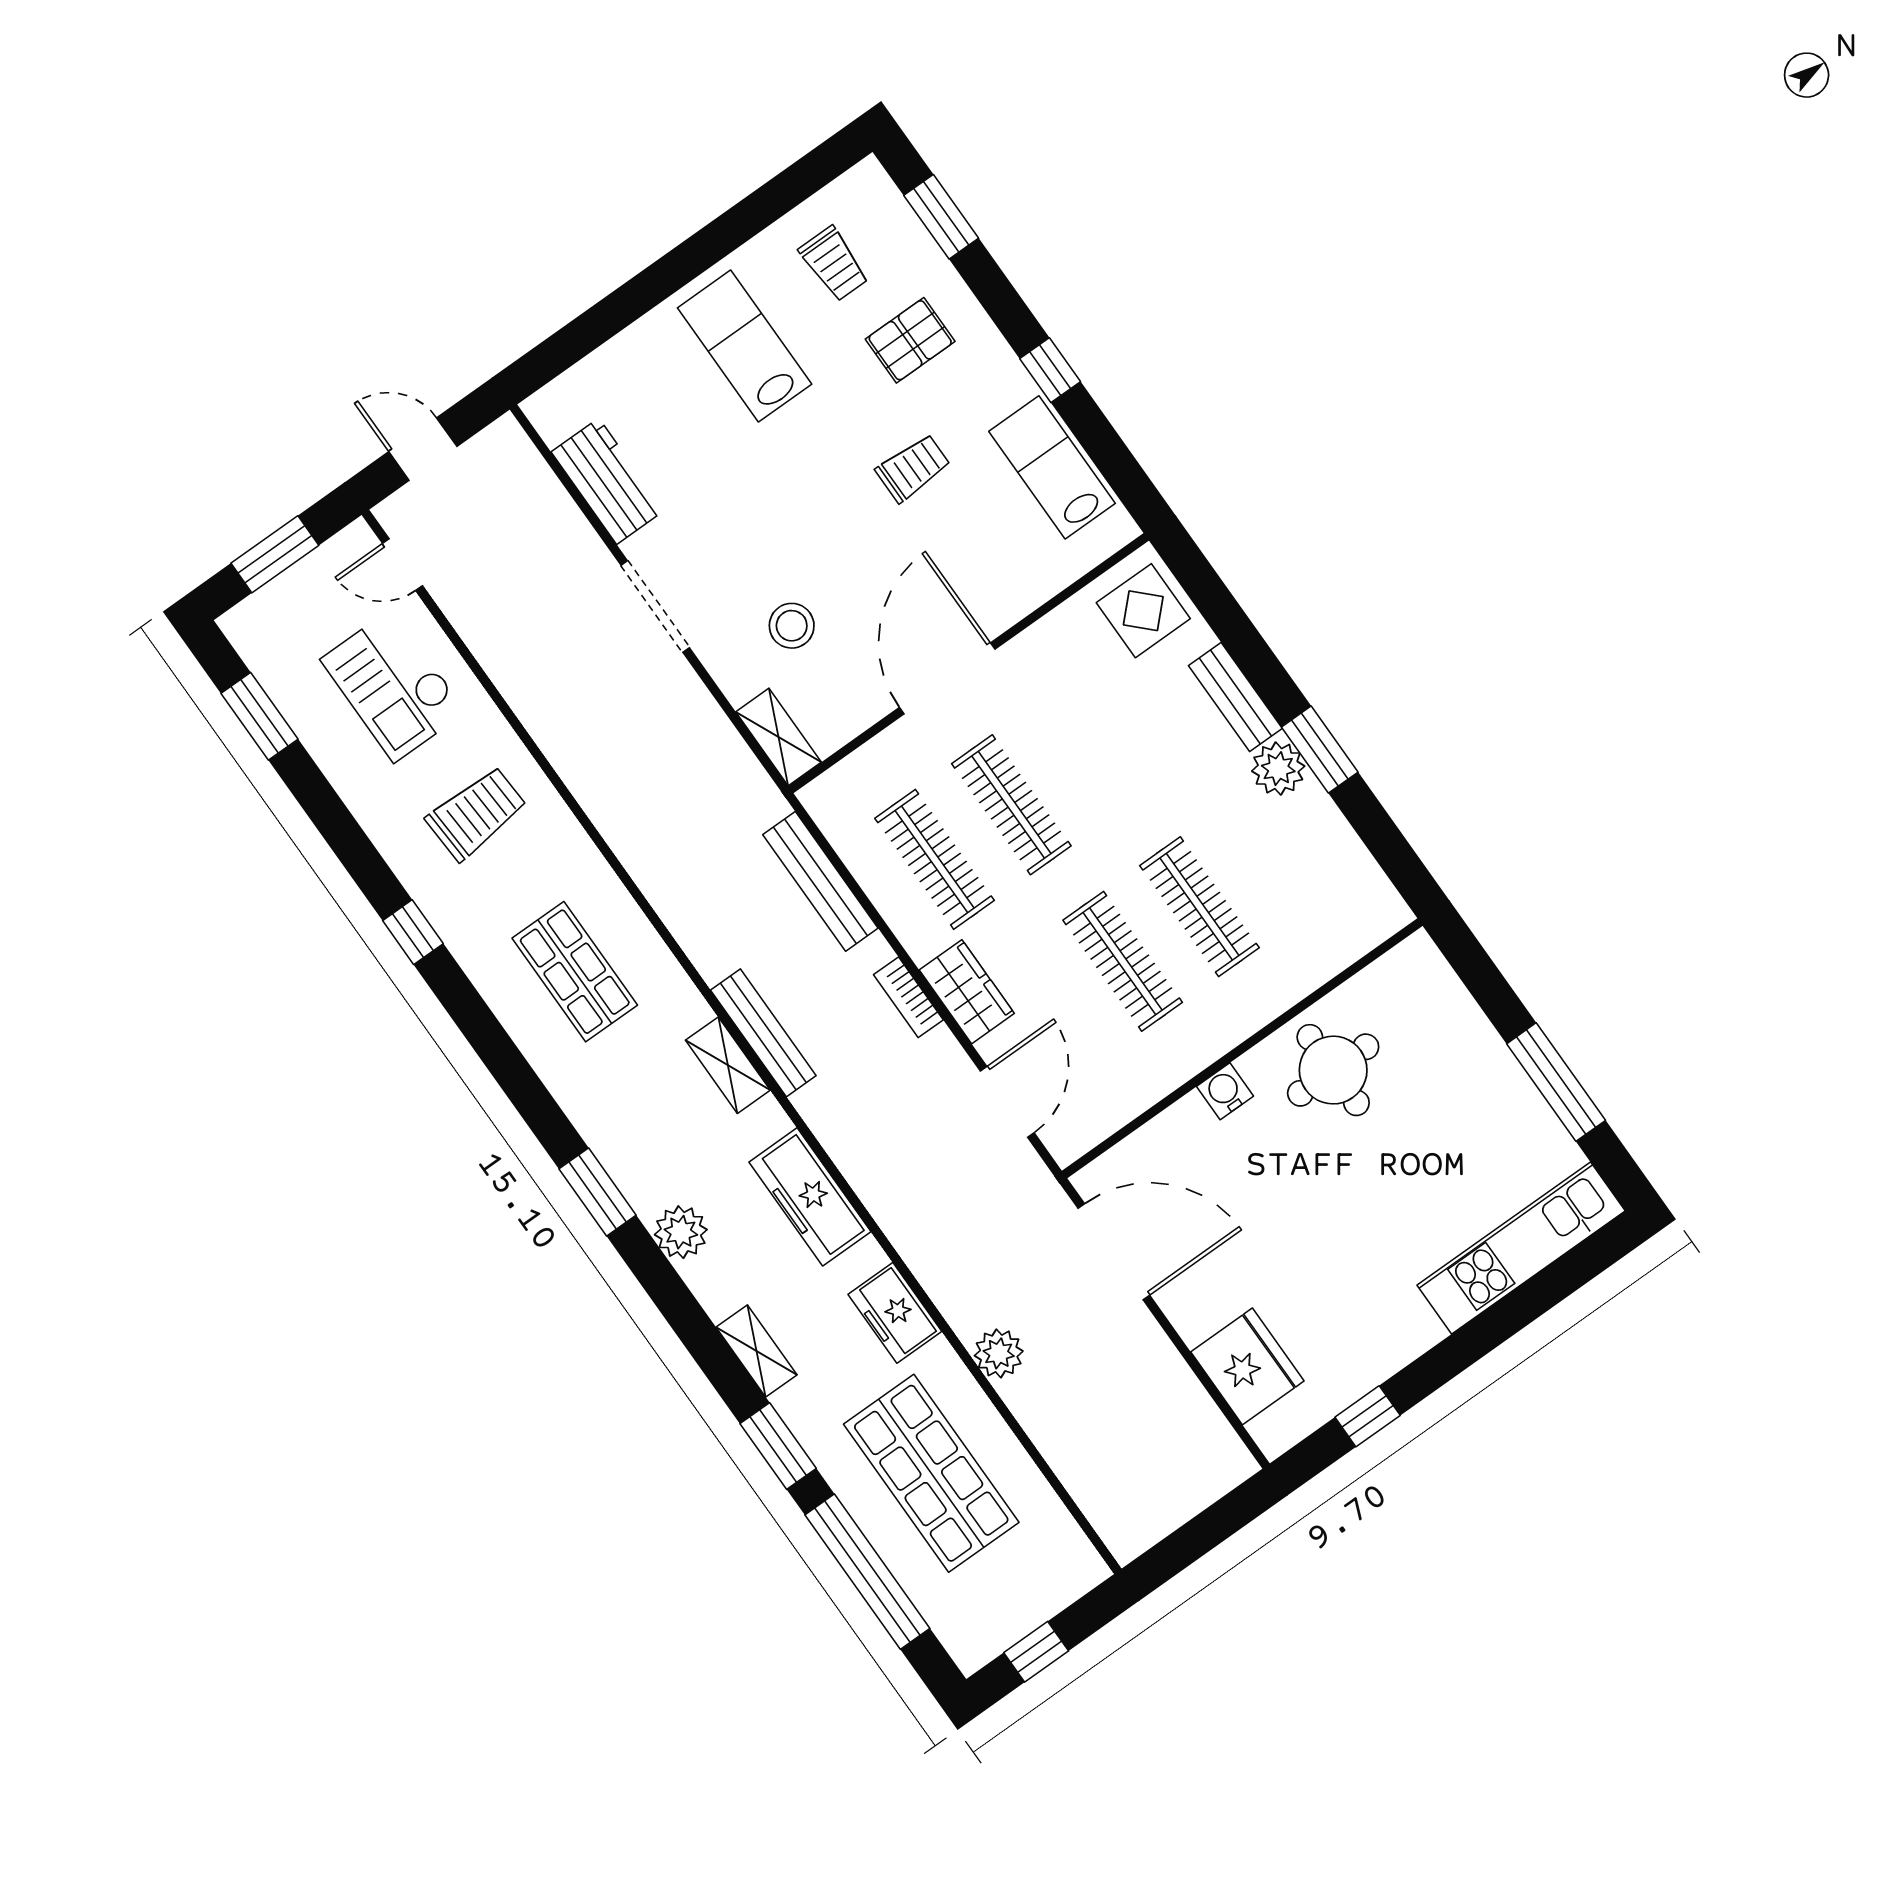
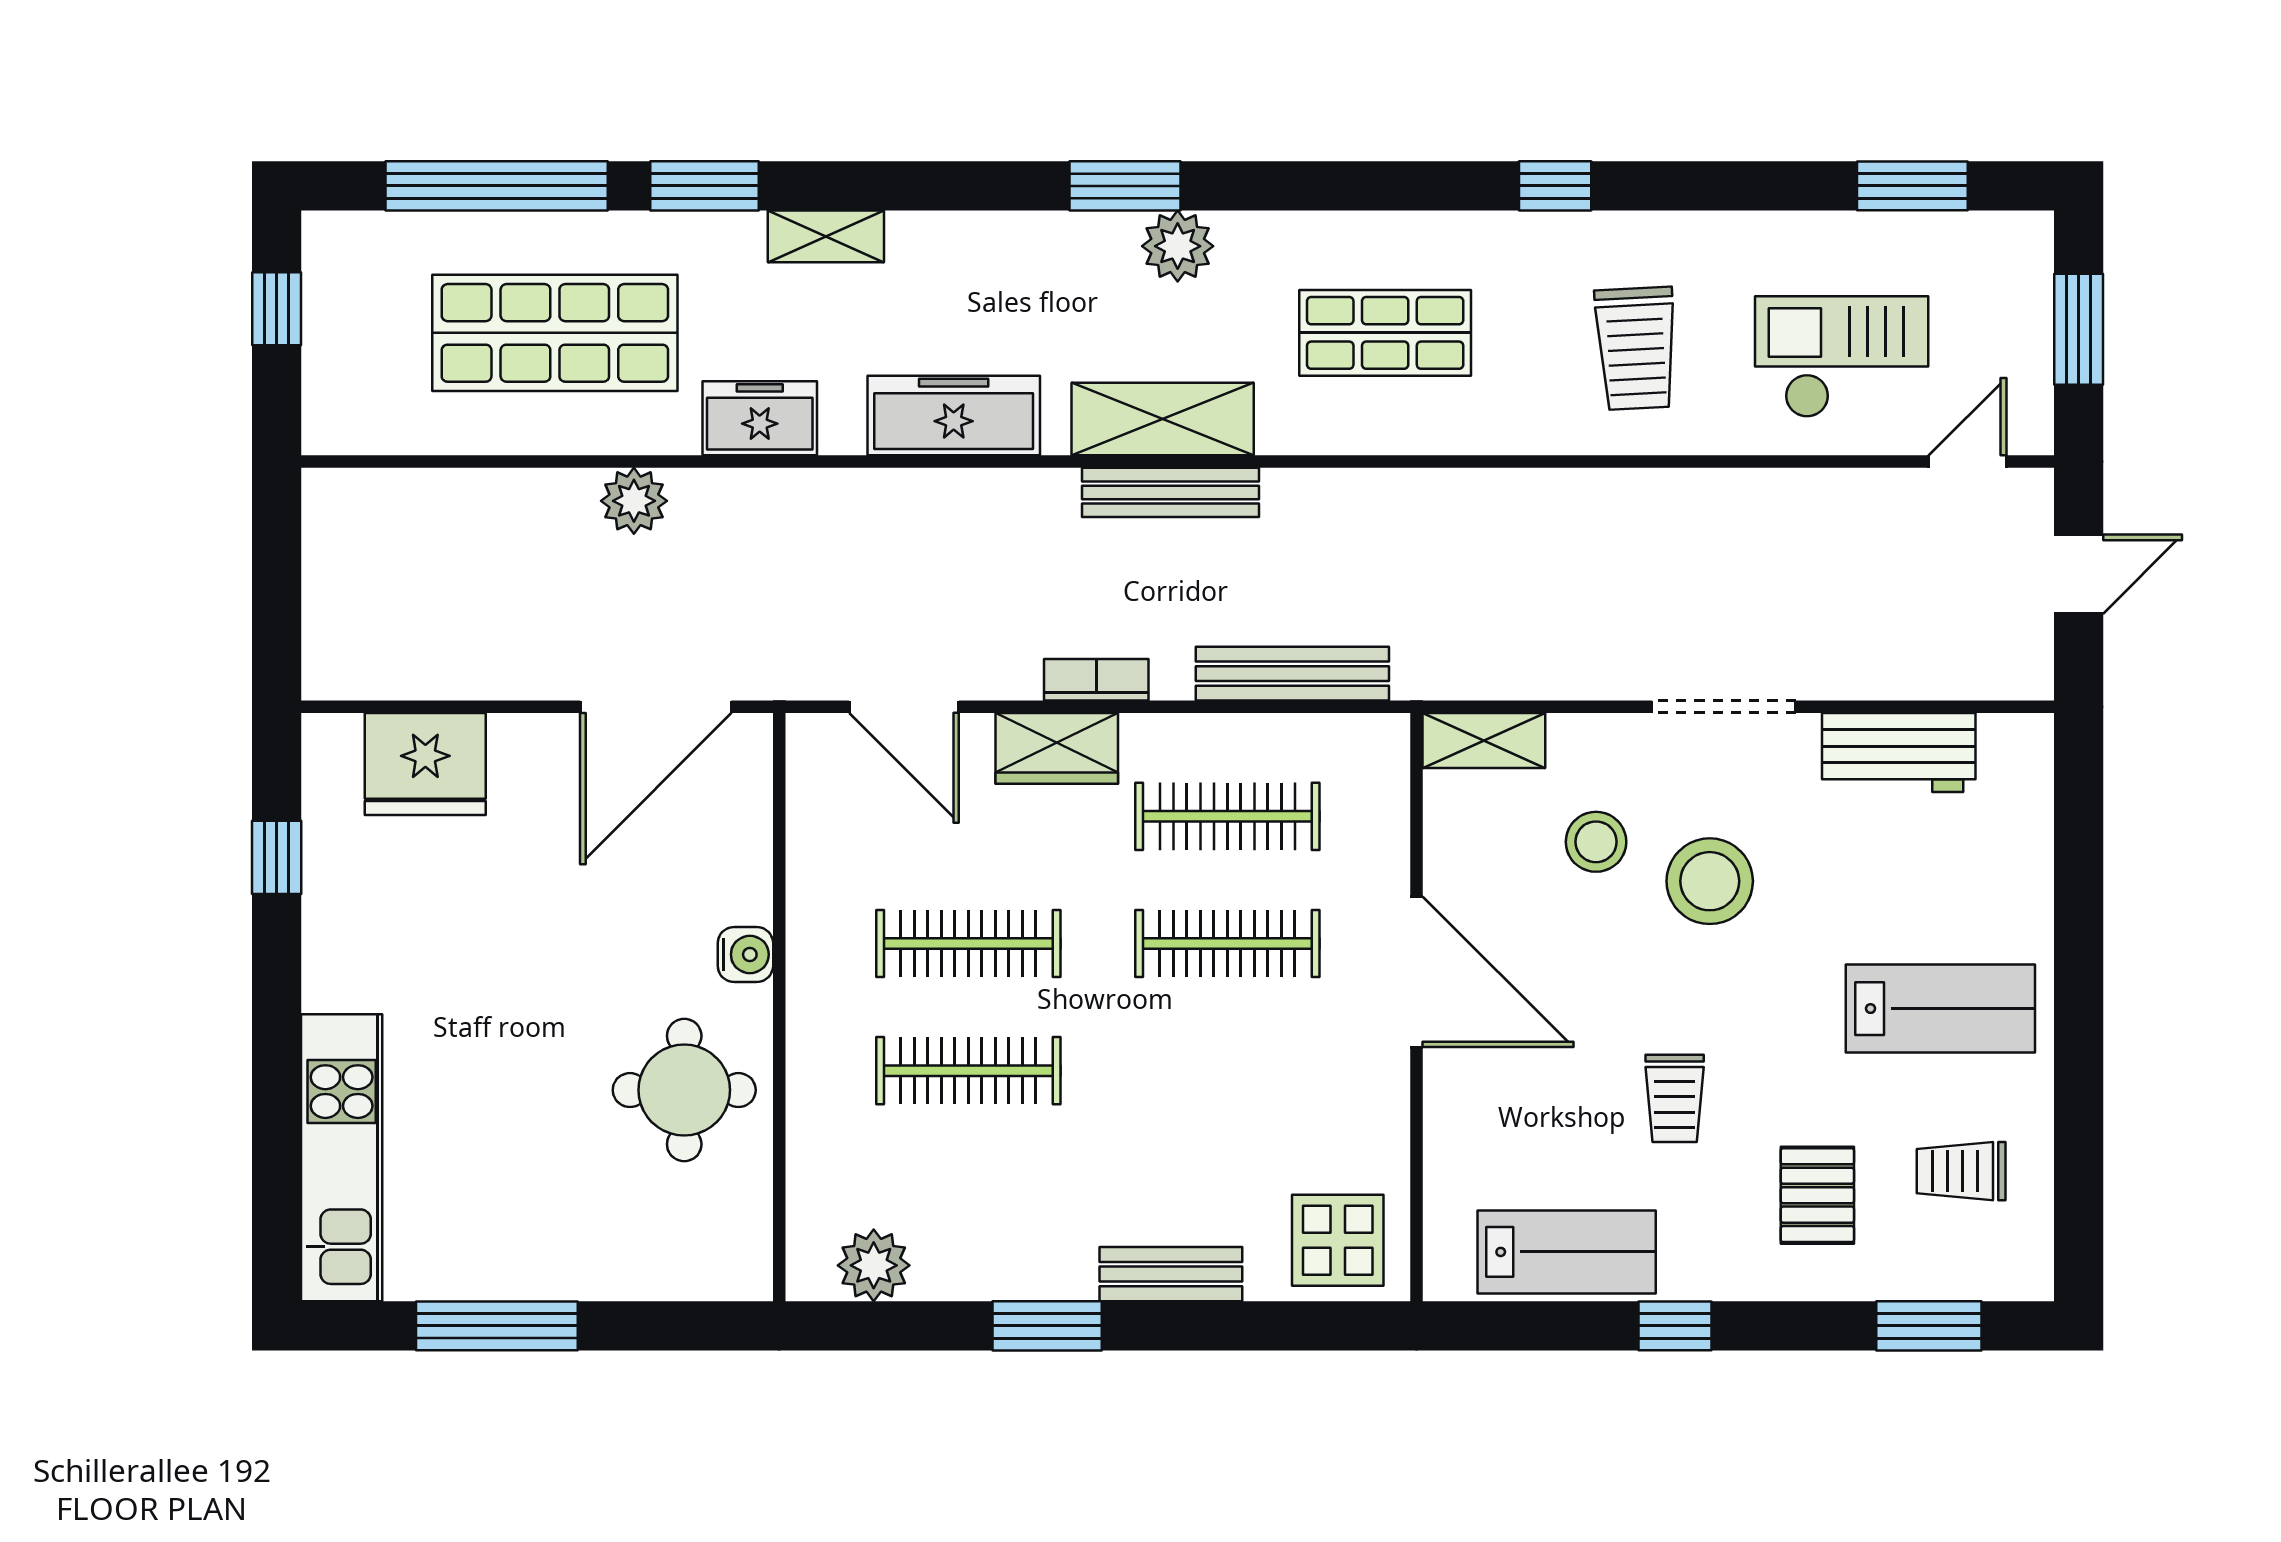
stool: (767, 540) -> (1710, 881), added
plant: (1278, 769) -> (874, 1265), moved
shelving: (728, 1065) -> (1163, 419), width x1.50, depth x1.33
plant: (681, 1232) -> (1178, 246), moved

